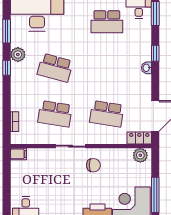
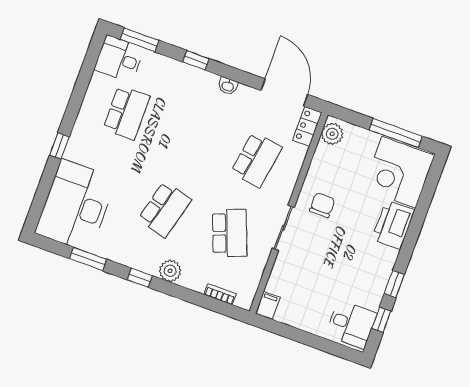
plant: (18, 55) -> (170, 271), moved
washbasin: (146, 68) -> (228, 86), moved
school desk: (55, 114) -> (230, 233), turned -30

